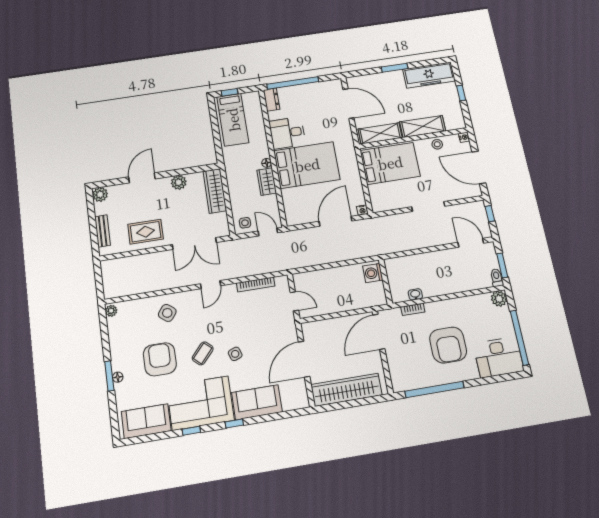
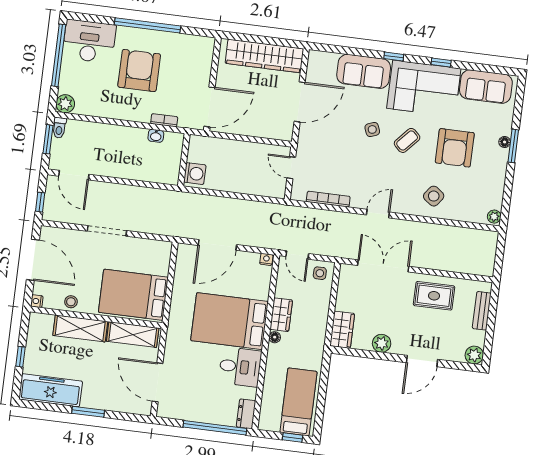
wardrobe: (215, 191) -> (342, 330), width x0.67
nightstand: (362, 210) -> (266, 259), moved
window: (434, 389) -> (148, 25), moved

